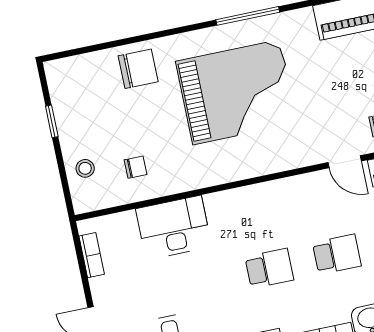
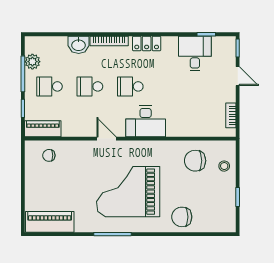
door: (345, 162) -> (106, 139), moved
chair: (136, 167) -> (195, 161), width x1.87, depth x1.87
desk: (174, 228) -> (146, 121), moved

